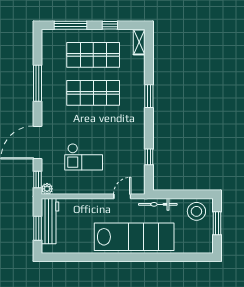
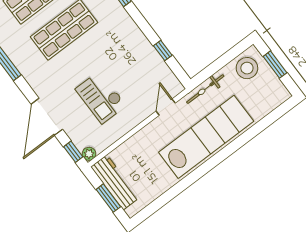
checkout: (84, 157) -> (101, 97), turned 90

